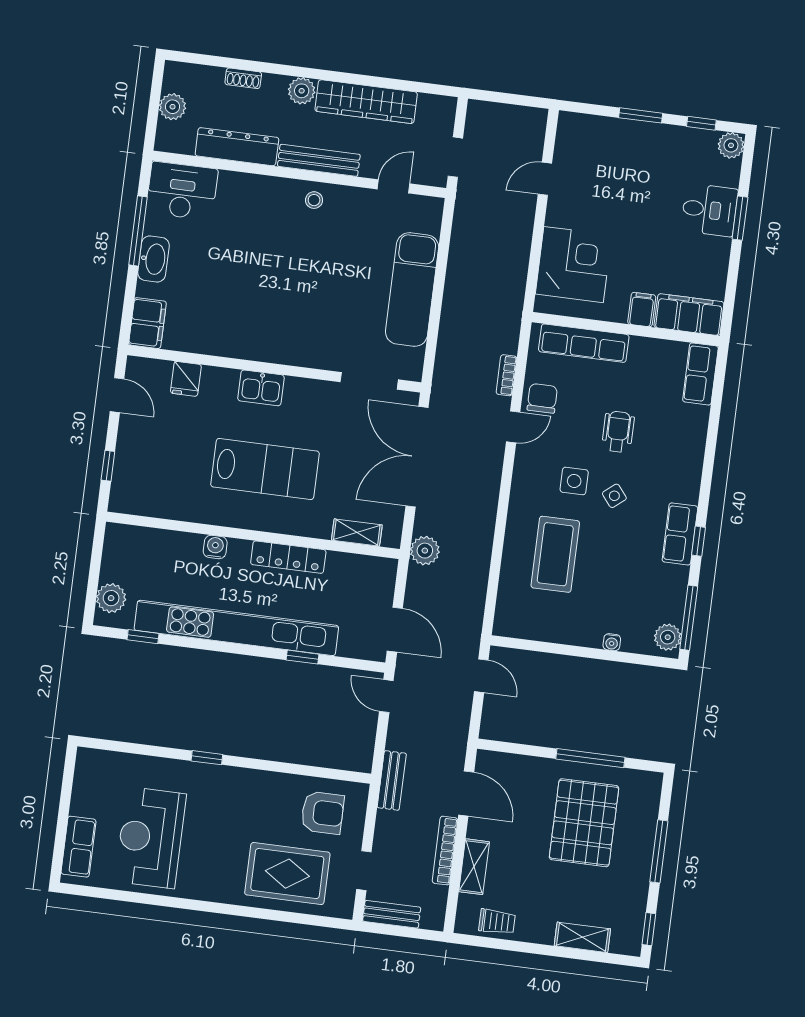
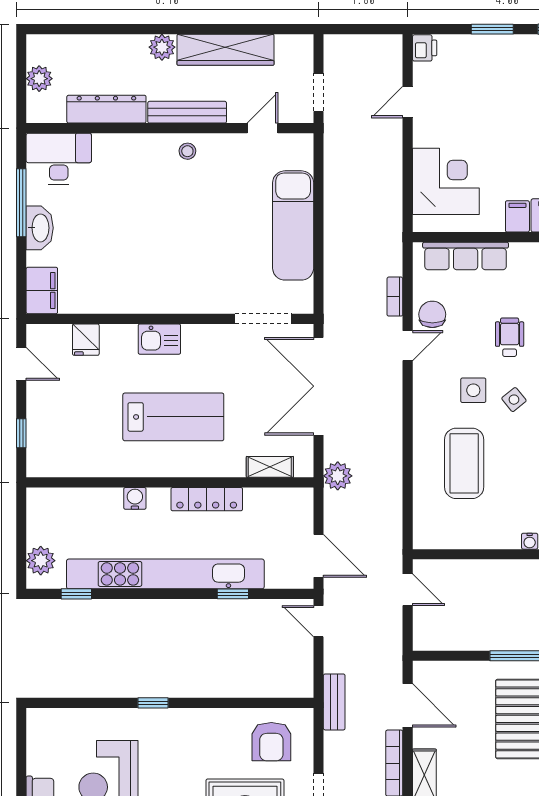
shoe rack: (243, 78) -> (104, 42), removed
printer: (569, 126) -> (425, 48), added
armchair: (323, 813) -> (271, 742), turned 90

